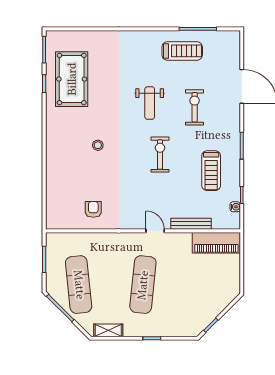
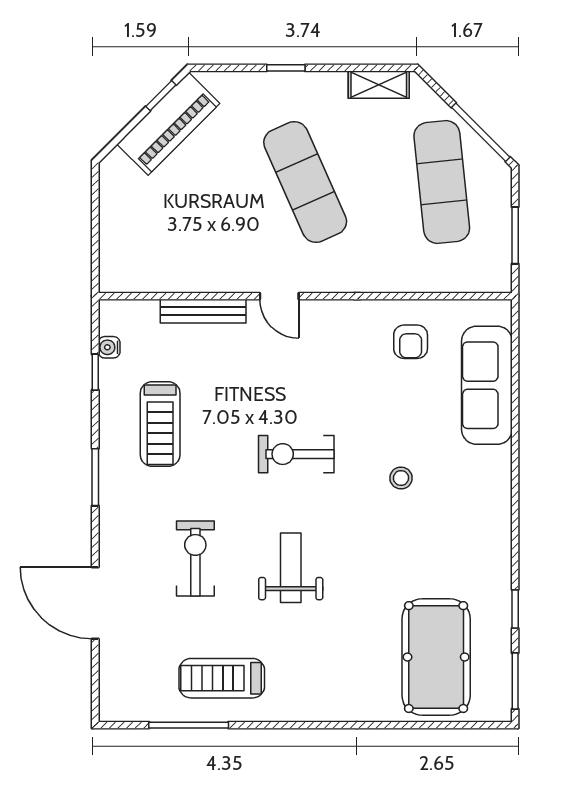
pool table: (72, 79) -> (436, 657), moved
exercise bike: (195, 107) -> (195, 558), turned 180
exercise bike: (160, 154) -> (296, 454), moved, turned 90
treadmill: (211, 171) -> (160, 424), turned 180
sofa: (57, 189) -> (487, 385), added
piano: (216, 243) -> (168, 124), moved, turned 135
exercise mat: (143, 285) -> (305, 182), turned -30

